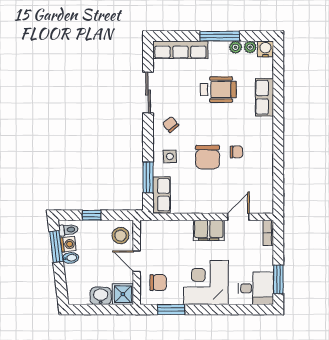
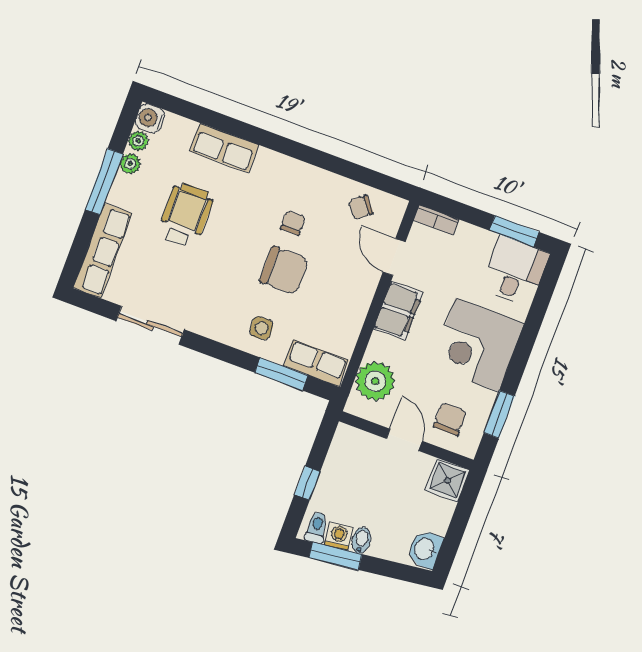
chair: (171, 124) -> (361, 207), moved
plant: (164, 232) -> (375, 381), added
stool: (121, 236) -> (355, 450), removed
door: (137, 261) -> (404, 440), swing flipped
washbasin: (101, 296) -> (425, 549), moved

